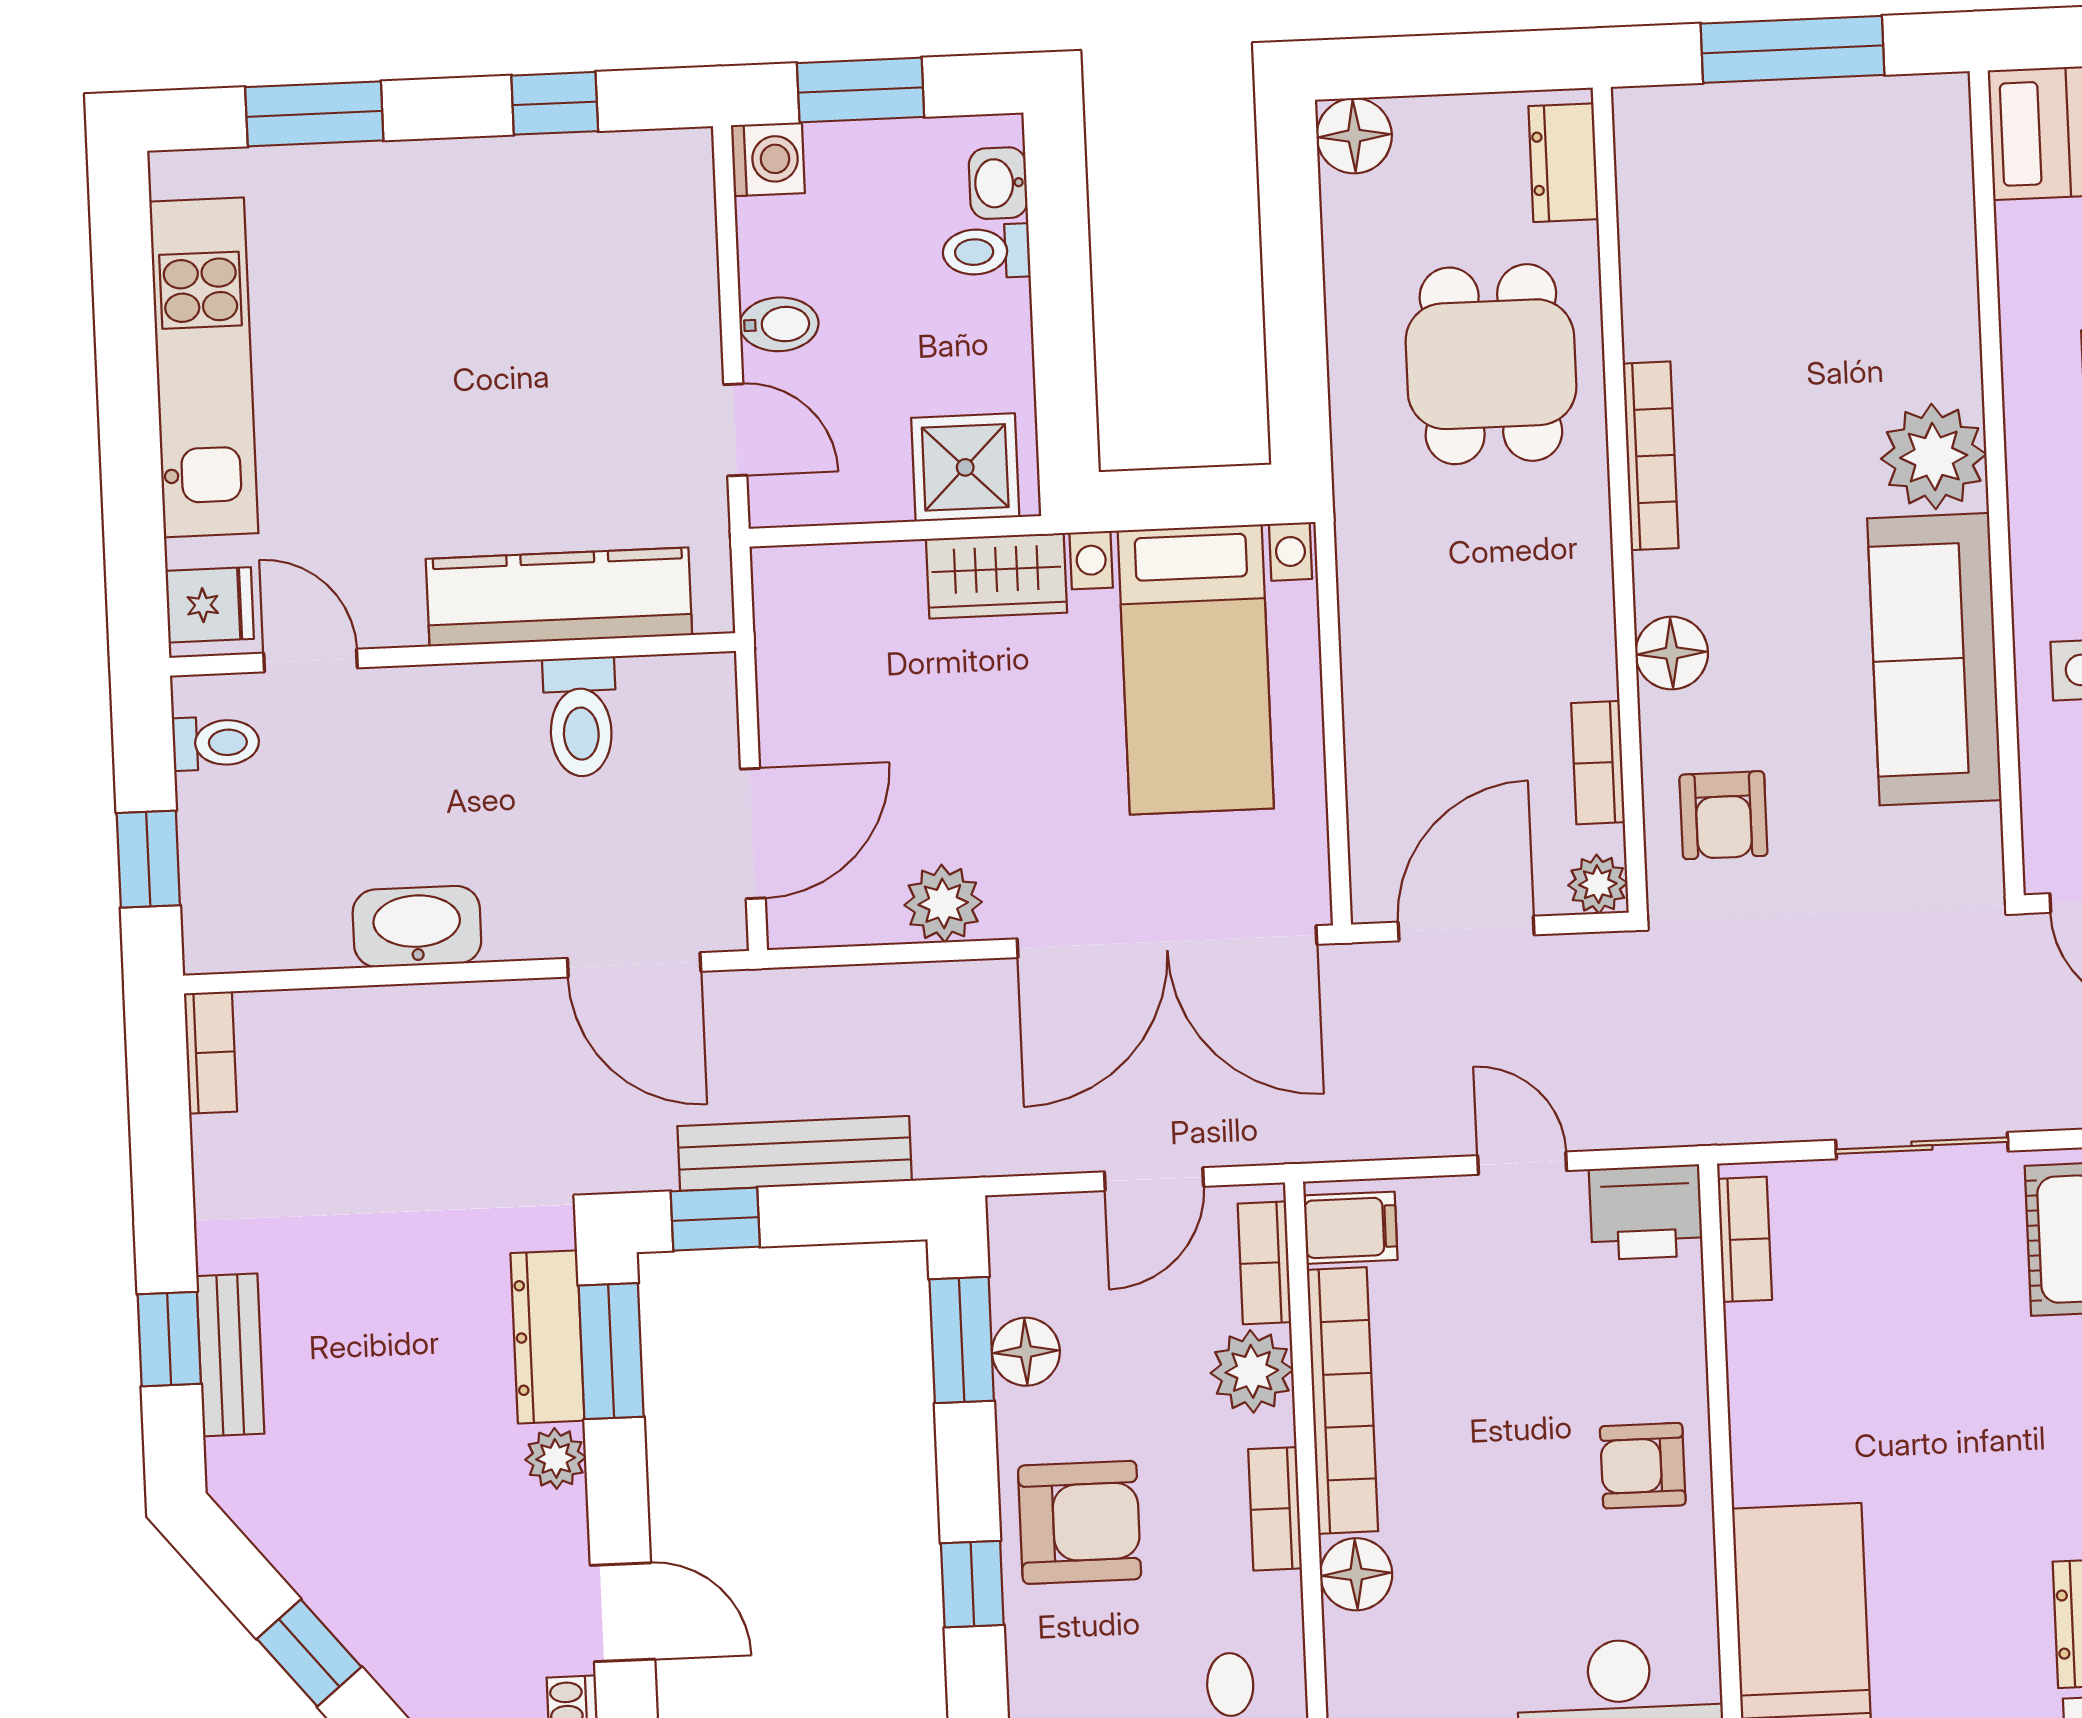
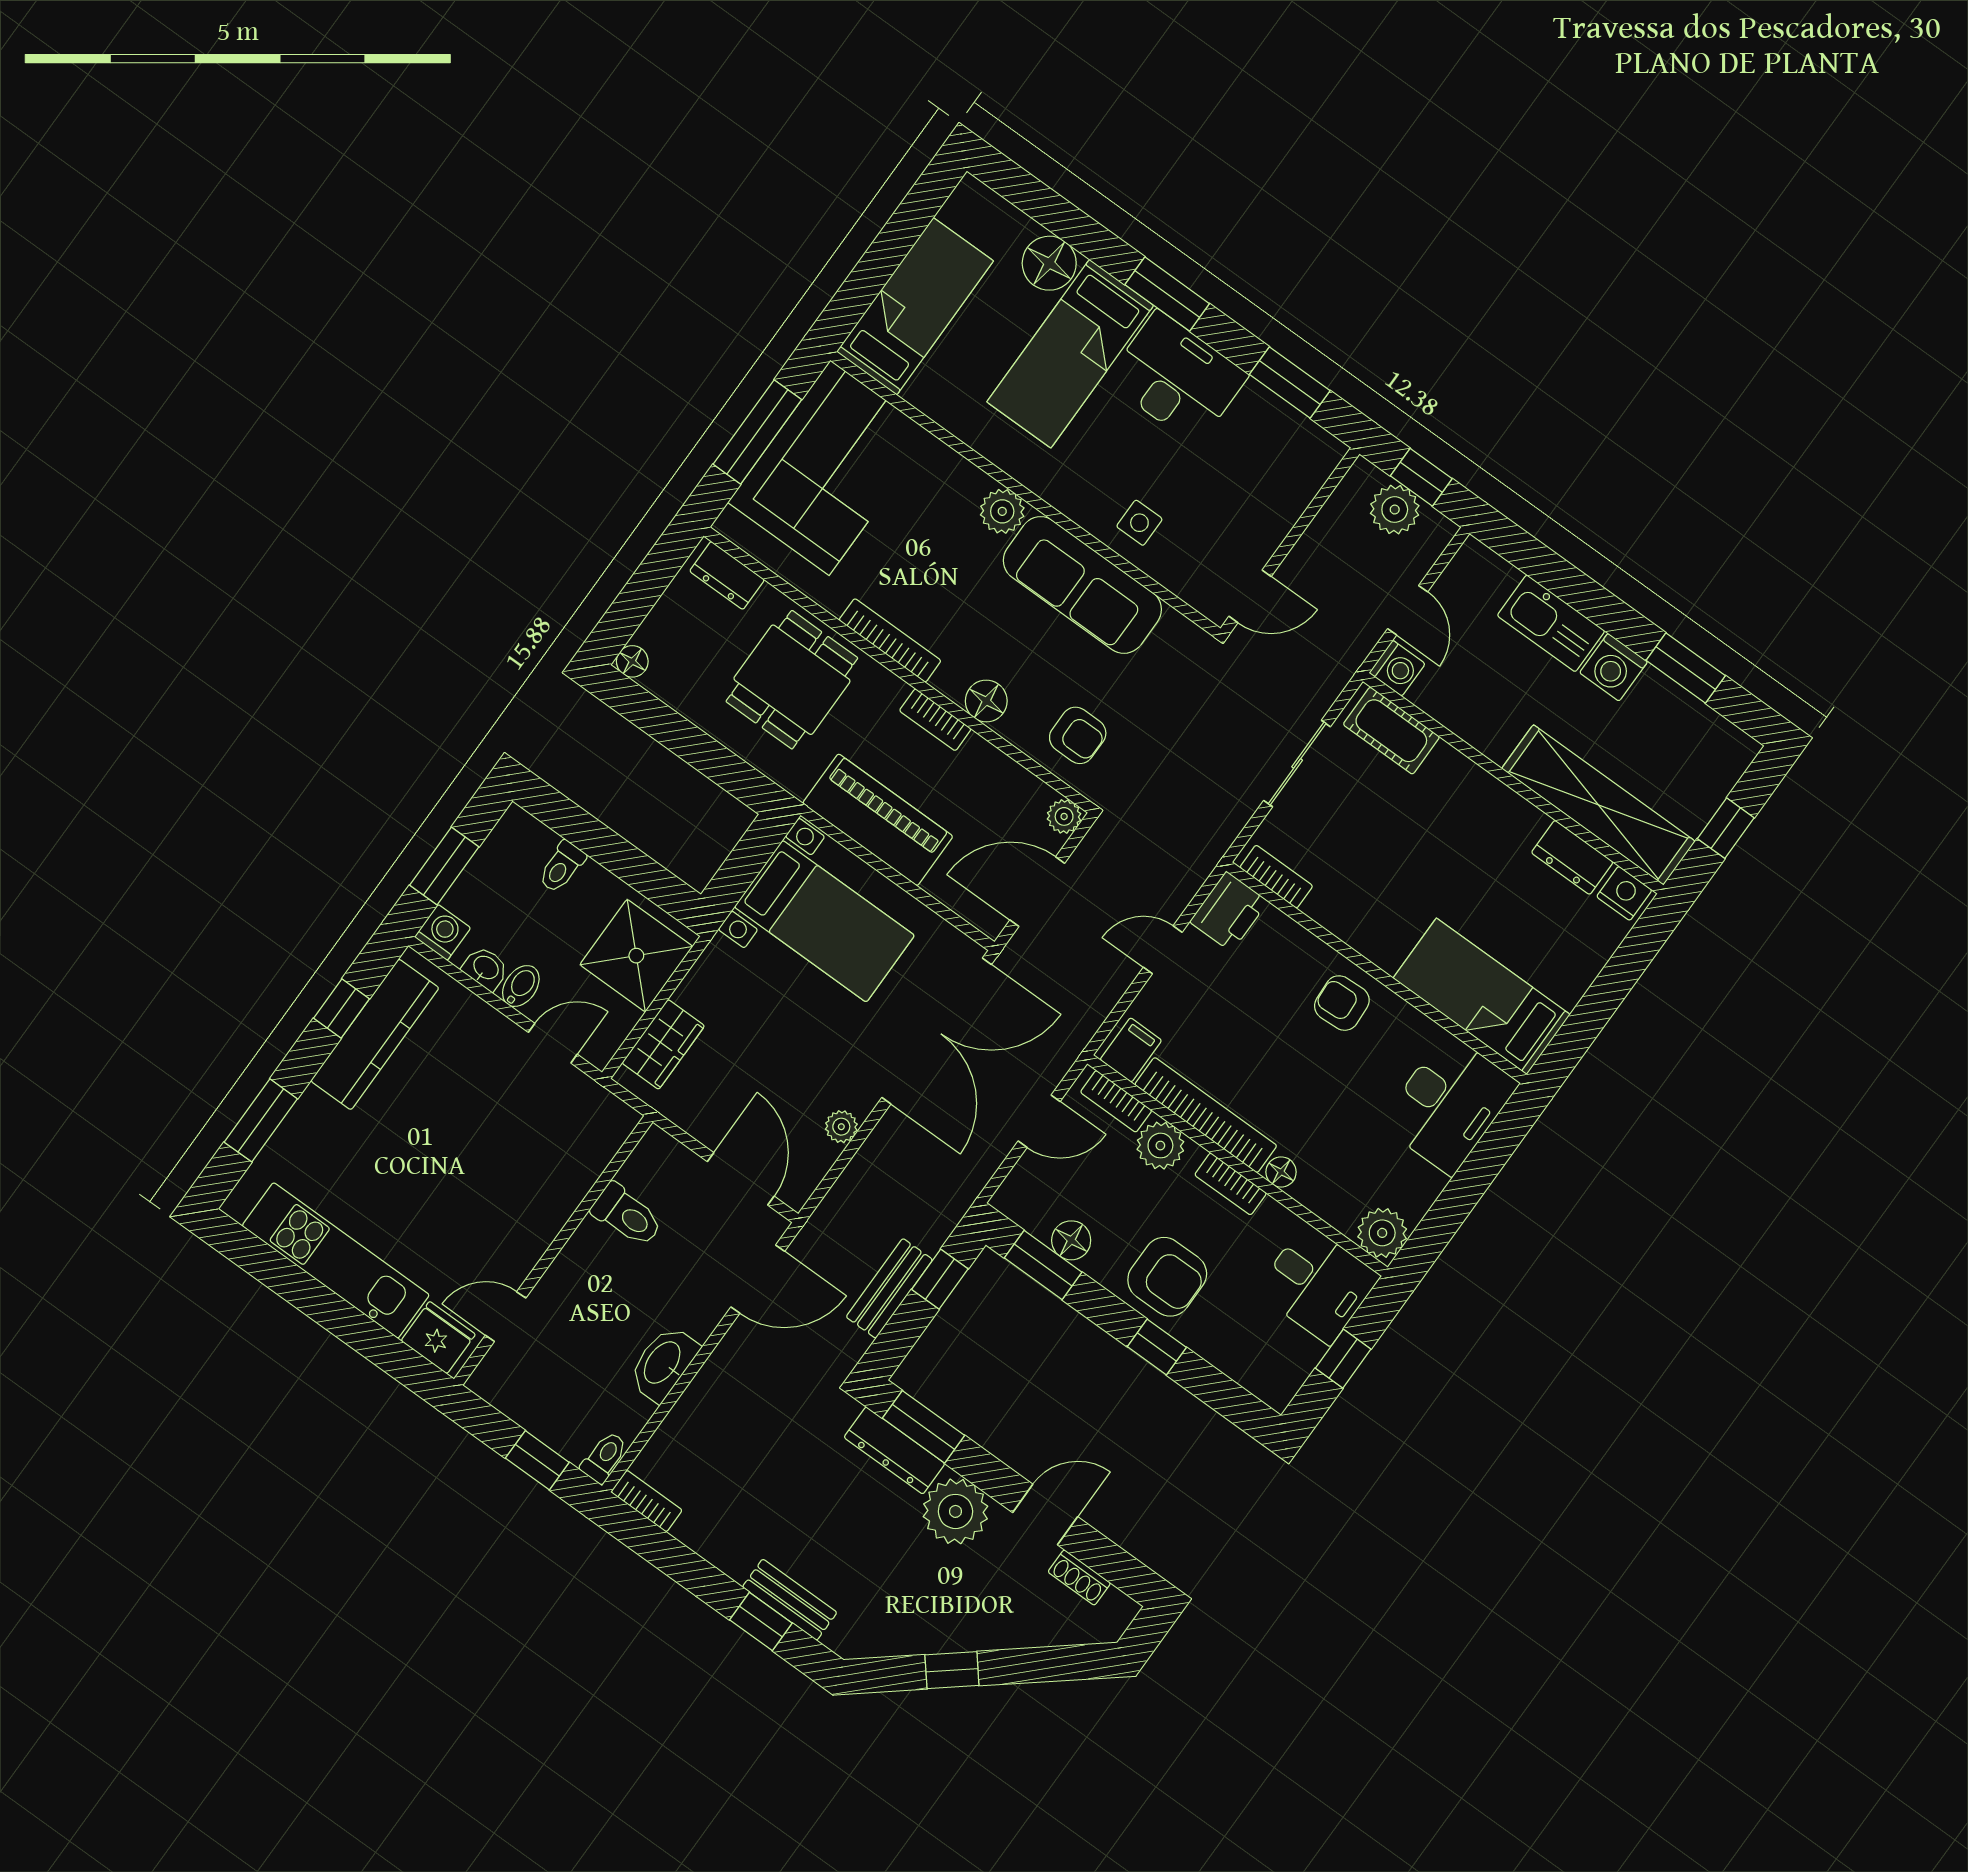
floor lamp: (1354, 136) -> (632, 661), width x0.73, depth x0.73
washbasin: (998, 183) -> (485, 968), moved, turned 180
corner sofa: (1822, 187) -> (830, 468), added
dining table: (1491, 364) -> (792, 680), turned 90
plant: (1934, 457) -> (1002, 511), width x0.73, depth x0.73
shower: (965, 467) -> (636, 956), width x1.36, depth x1.36
wardrobe: (997, 576) -> (663, 1044), moved
kitchen counter: (559, 597) -> (375, 1034), moved, turned 180
fridge: (210, 605) -> (438, 1338), width x1.38
piano: (1392, 633) -> (878, 820), added
toilet: (216, 743) -> (604, 1457), moved
bookcase: (1598, 763) -> (935, 720), moved
plant: (943, 903) -> (841, 1127), width x0.73, depth x0.73
door: (1466, 929) -> (1037, 892), hinge flipped
bench: (795, 1153) -> (889, 1288), width x0.73
door: (1154, 1179) -> (1039, 1121), hinge flipped
window: (715, 1219) -> (940, 1279), moved
plant: (556, 1458) -> (955, 1511), width x1.88, depth x1.88
armchair: (1643, 1466) -> (1342, 1003), turned 87
armchair: (1080, 1522) -> (1167, 1277), turned 90
floor lamp: (1356, 1574) -> (1281, 1172), width x0.73, depth x0.73

